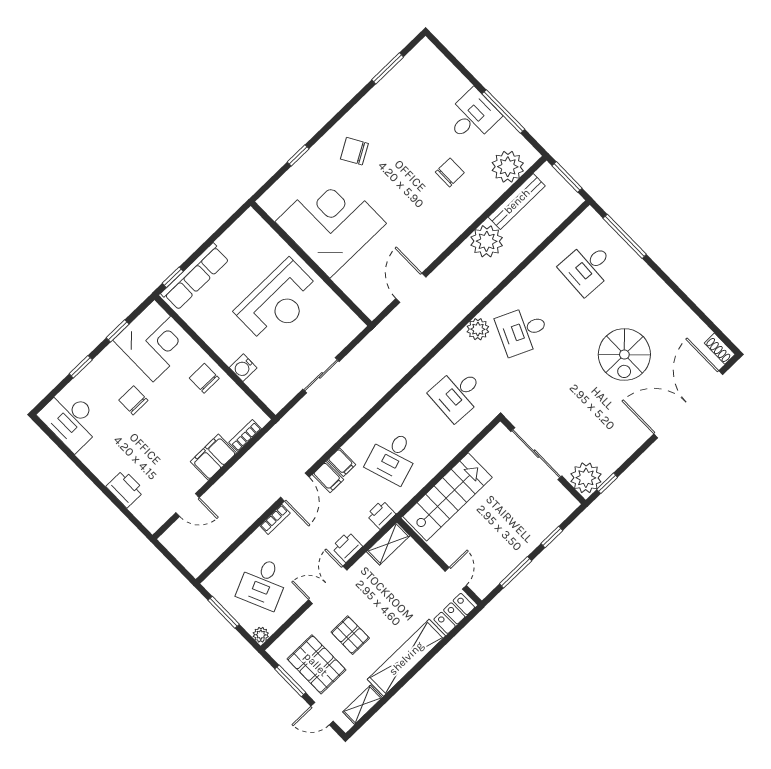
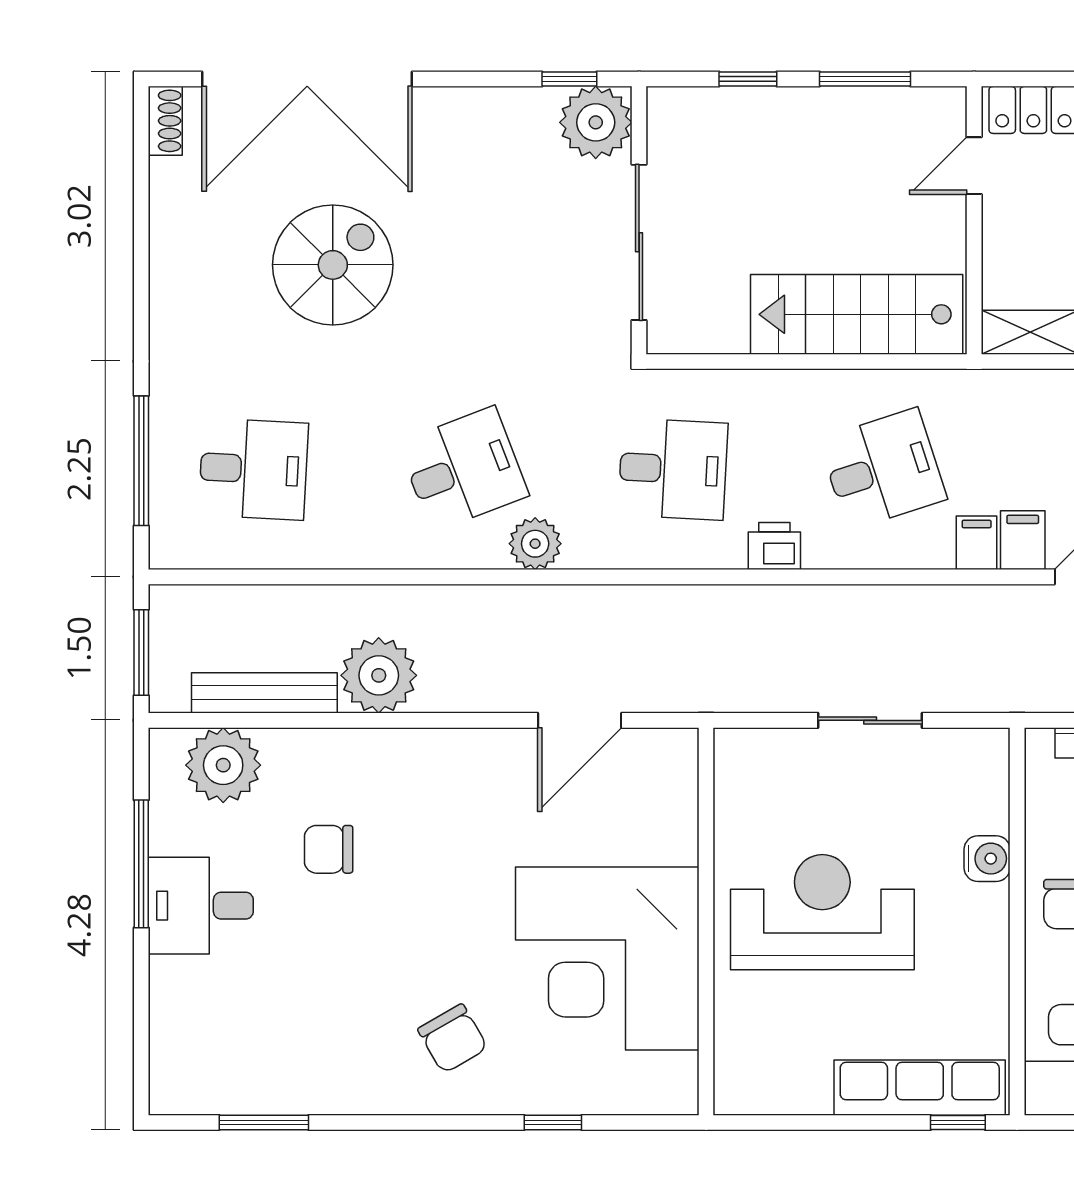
desk: (523, 331) -> (463, 469), turned -45
printer: (381, 515) -> (774, 546), moved, turned 180

